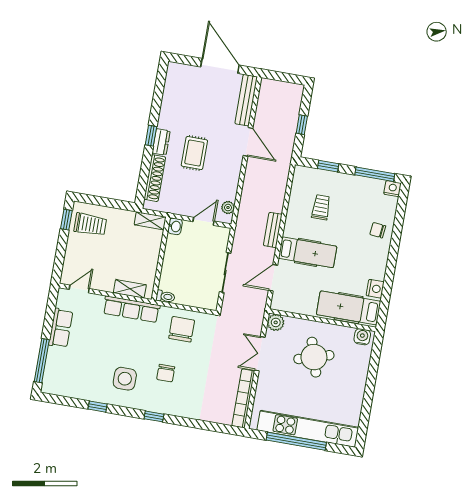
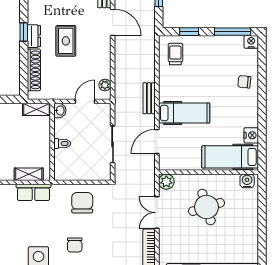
trolley: (321, 207) -> (175, 54), moved
toilet: (165, 297) -> (62, 144), moved
row of seats: (131, 309) -> (34, 192), width x0.68

